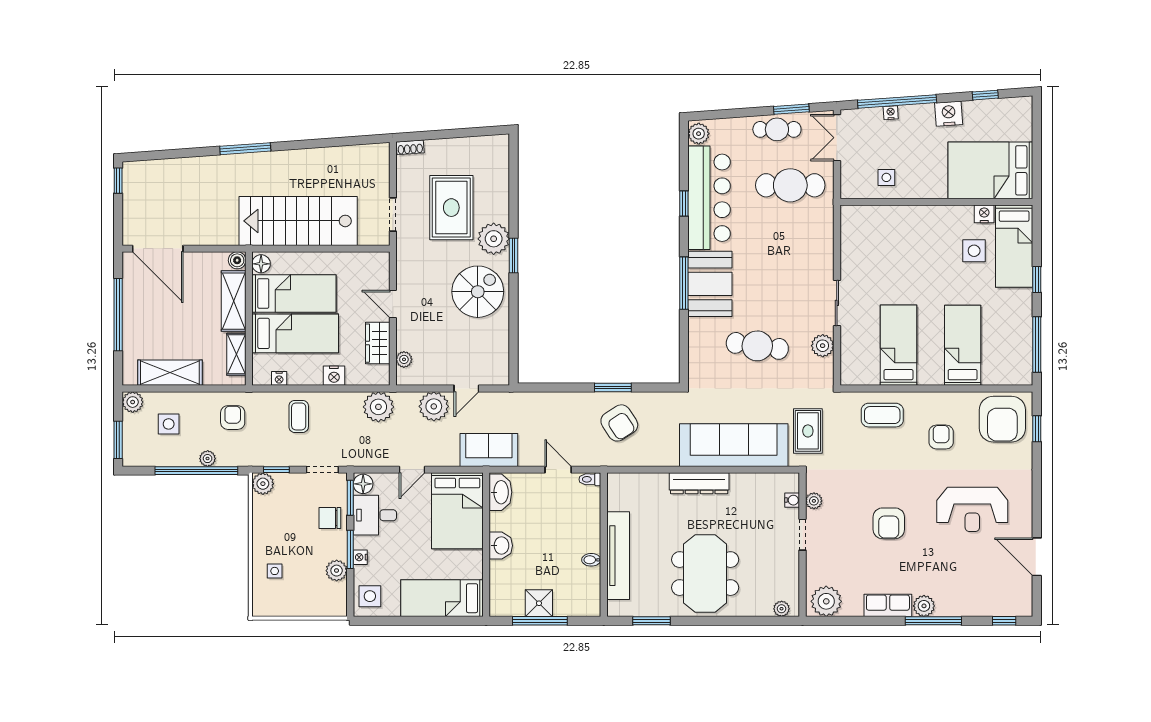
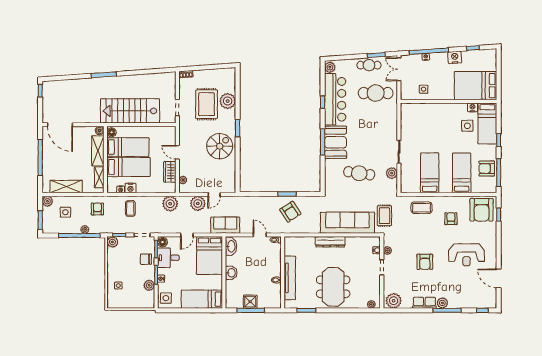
plant: (494, 239) -> (228, 101), moved
armchair: (1013, 336) -> (487, 168), added
nightstand: (334, 376) -> (130, 188), moved

